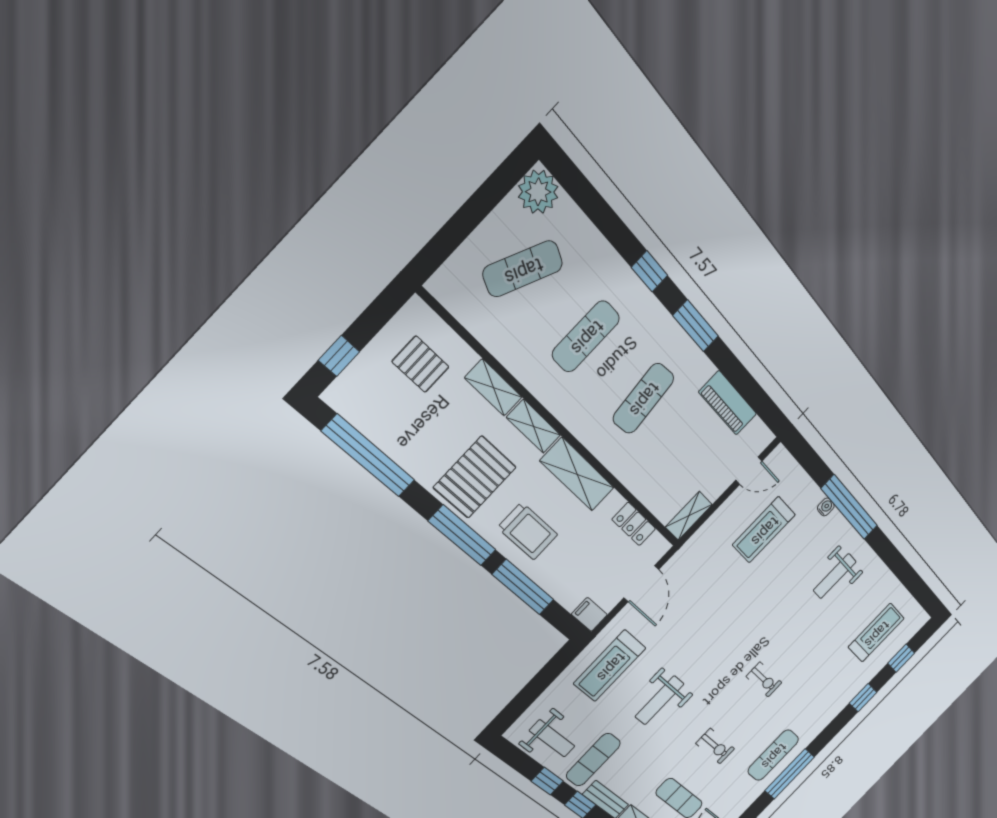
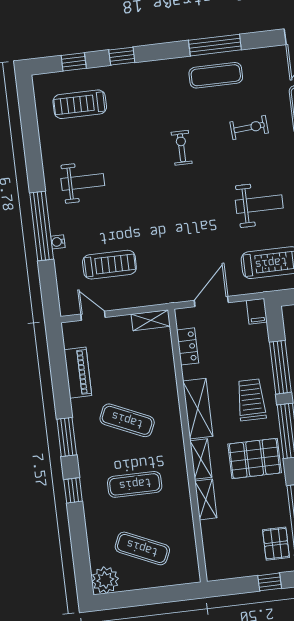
pallet: (421, 364) -> (276, 544), moved
exercise mat: (643, 398) -> (127, 420), turned 30
exercise bike: (715, 746) -> (249, 128), turned 86

